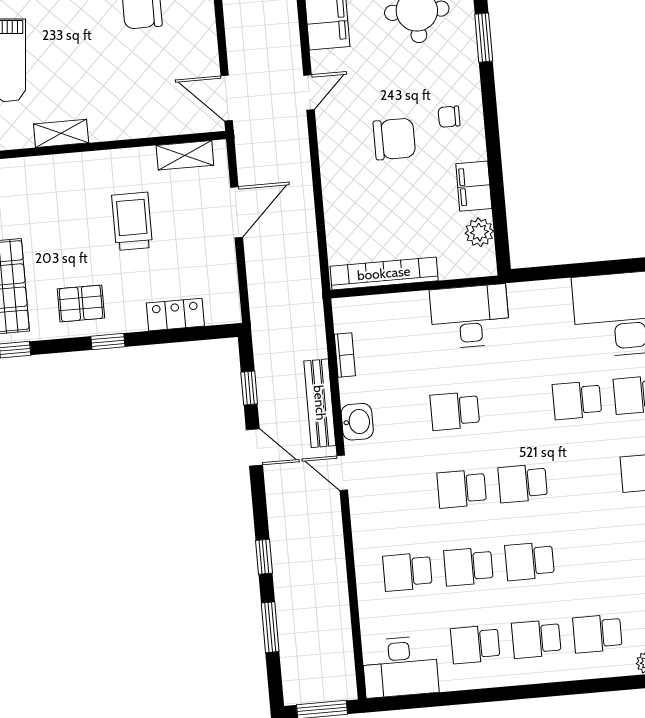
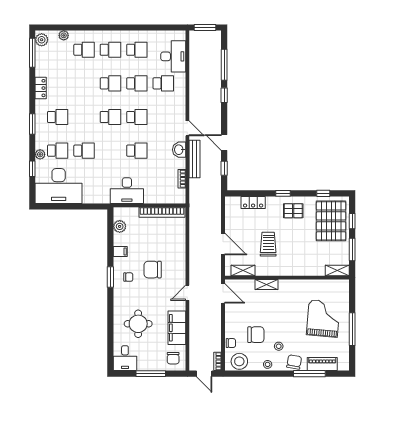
window: (484, 38) -> (110, 277), moved
shelving: (61, 133) -> (267, 284), moved
filing cabinet: (474, 186) -> (120, 251), width x0.50
door: (237, 212) -> (223, 244), swing flipped
trolley: (132, 221) -> (268, 244), turned 180
window: (270, 627) -> (224, 65), width x1.44
desk: (400, 667) -> (173, 56), moved, turned 90

